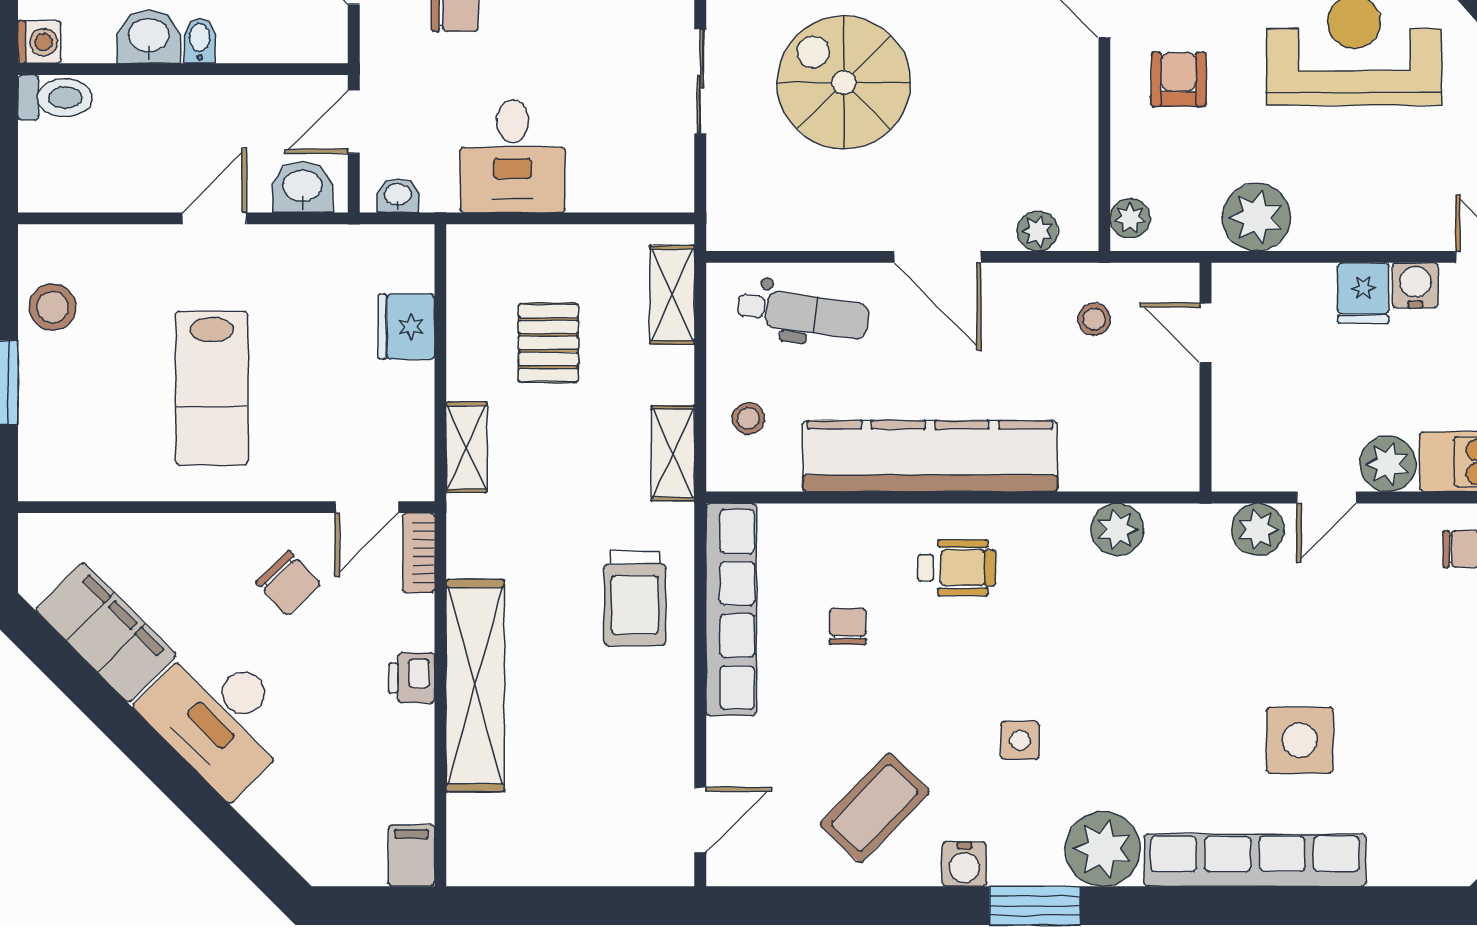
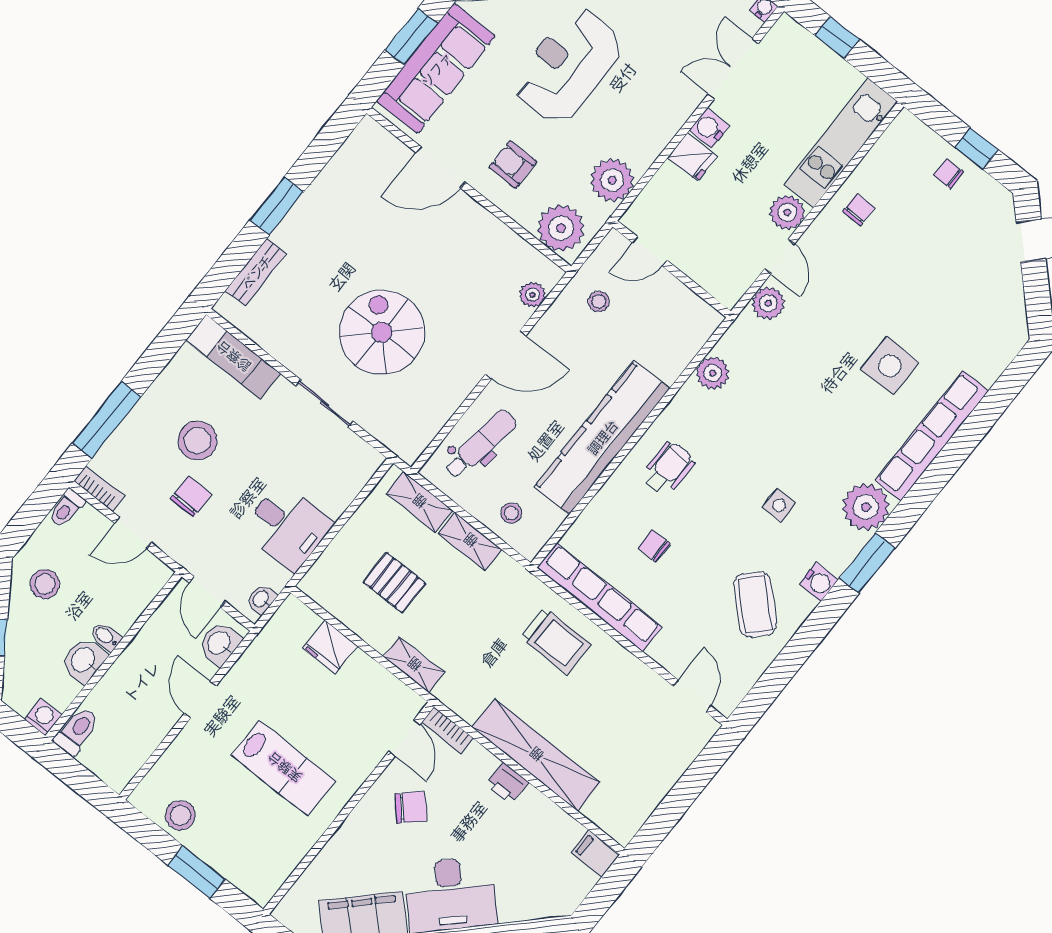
spiral stairs: (844, 82) -> (382, 332), turned 90
plant: (1130, 218) -> (561, 228), width x1.88, depth x1.88
shelving: (673, 453) -> (470, 541), moved

